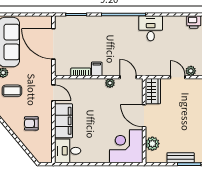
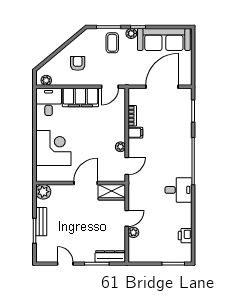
plant: (152, 144) -> (43, 192), moved
corner desk: (126, 146) -> (53, 148), moved
plant: (47, 153) -> (46, 80), added

